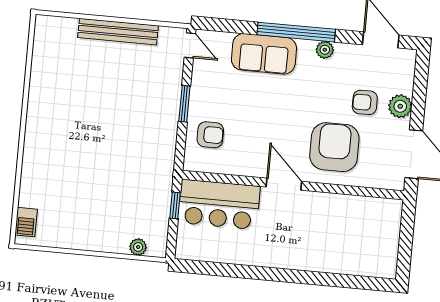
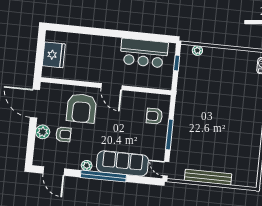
sofa: (264, 54) -> (122, 163), width x1.36
window: (184, 104) -> (169, 134), width x1.44
bar counter: (219, 204) -> (144, 53), moved, turned 180
window: (175, 205) -> (177, 63), moved
fridge: (382, 237) -> (54, 55), added

